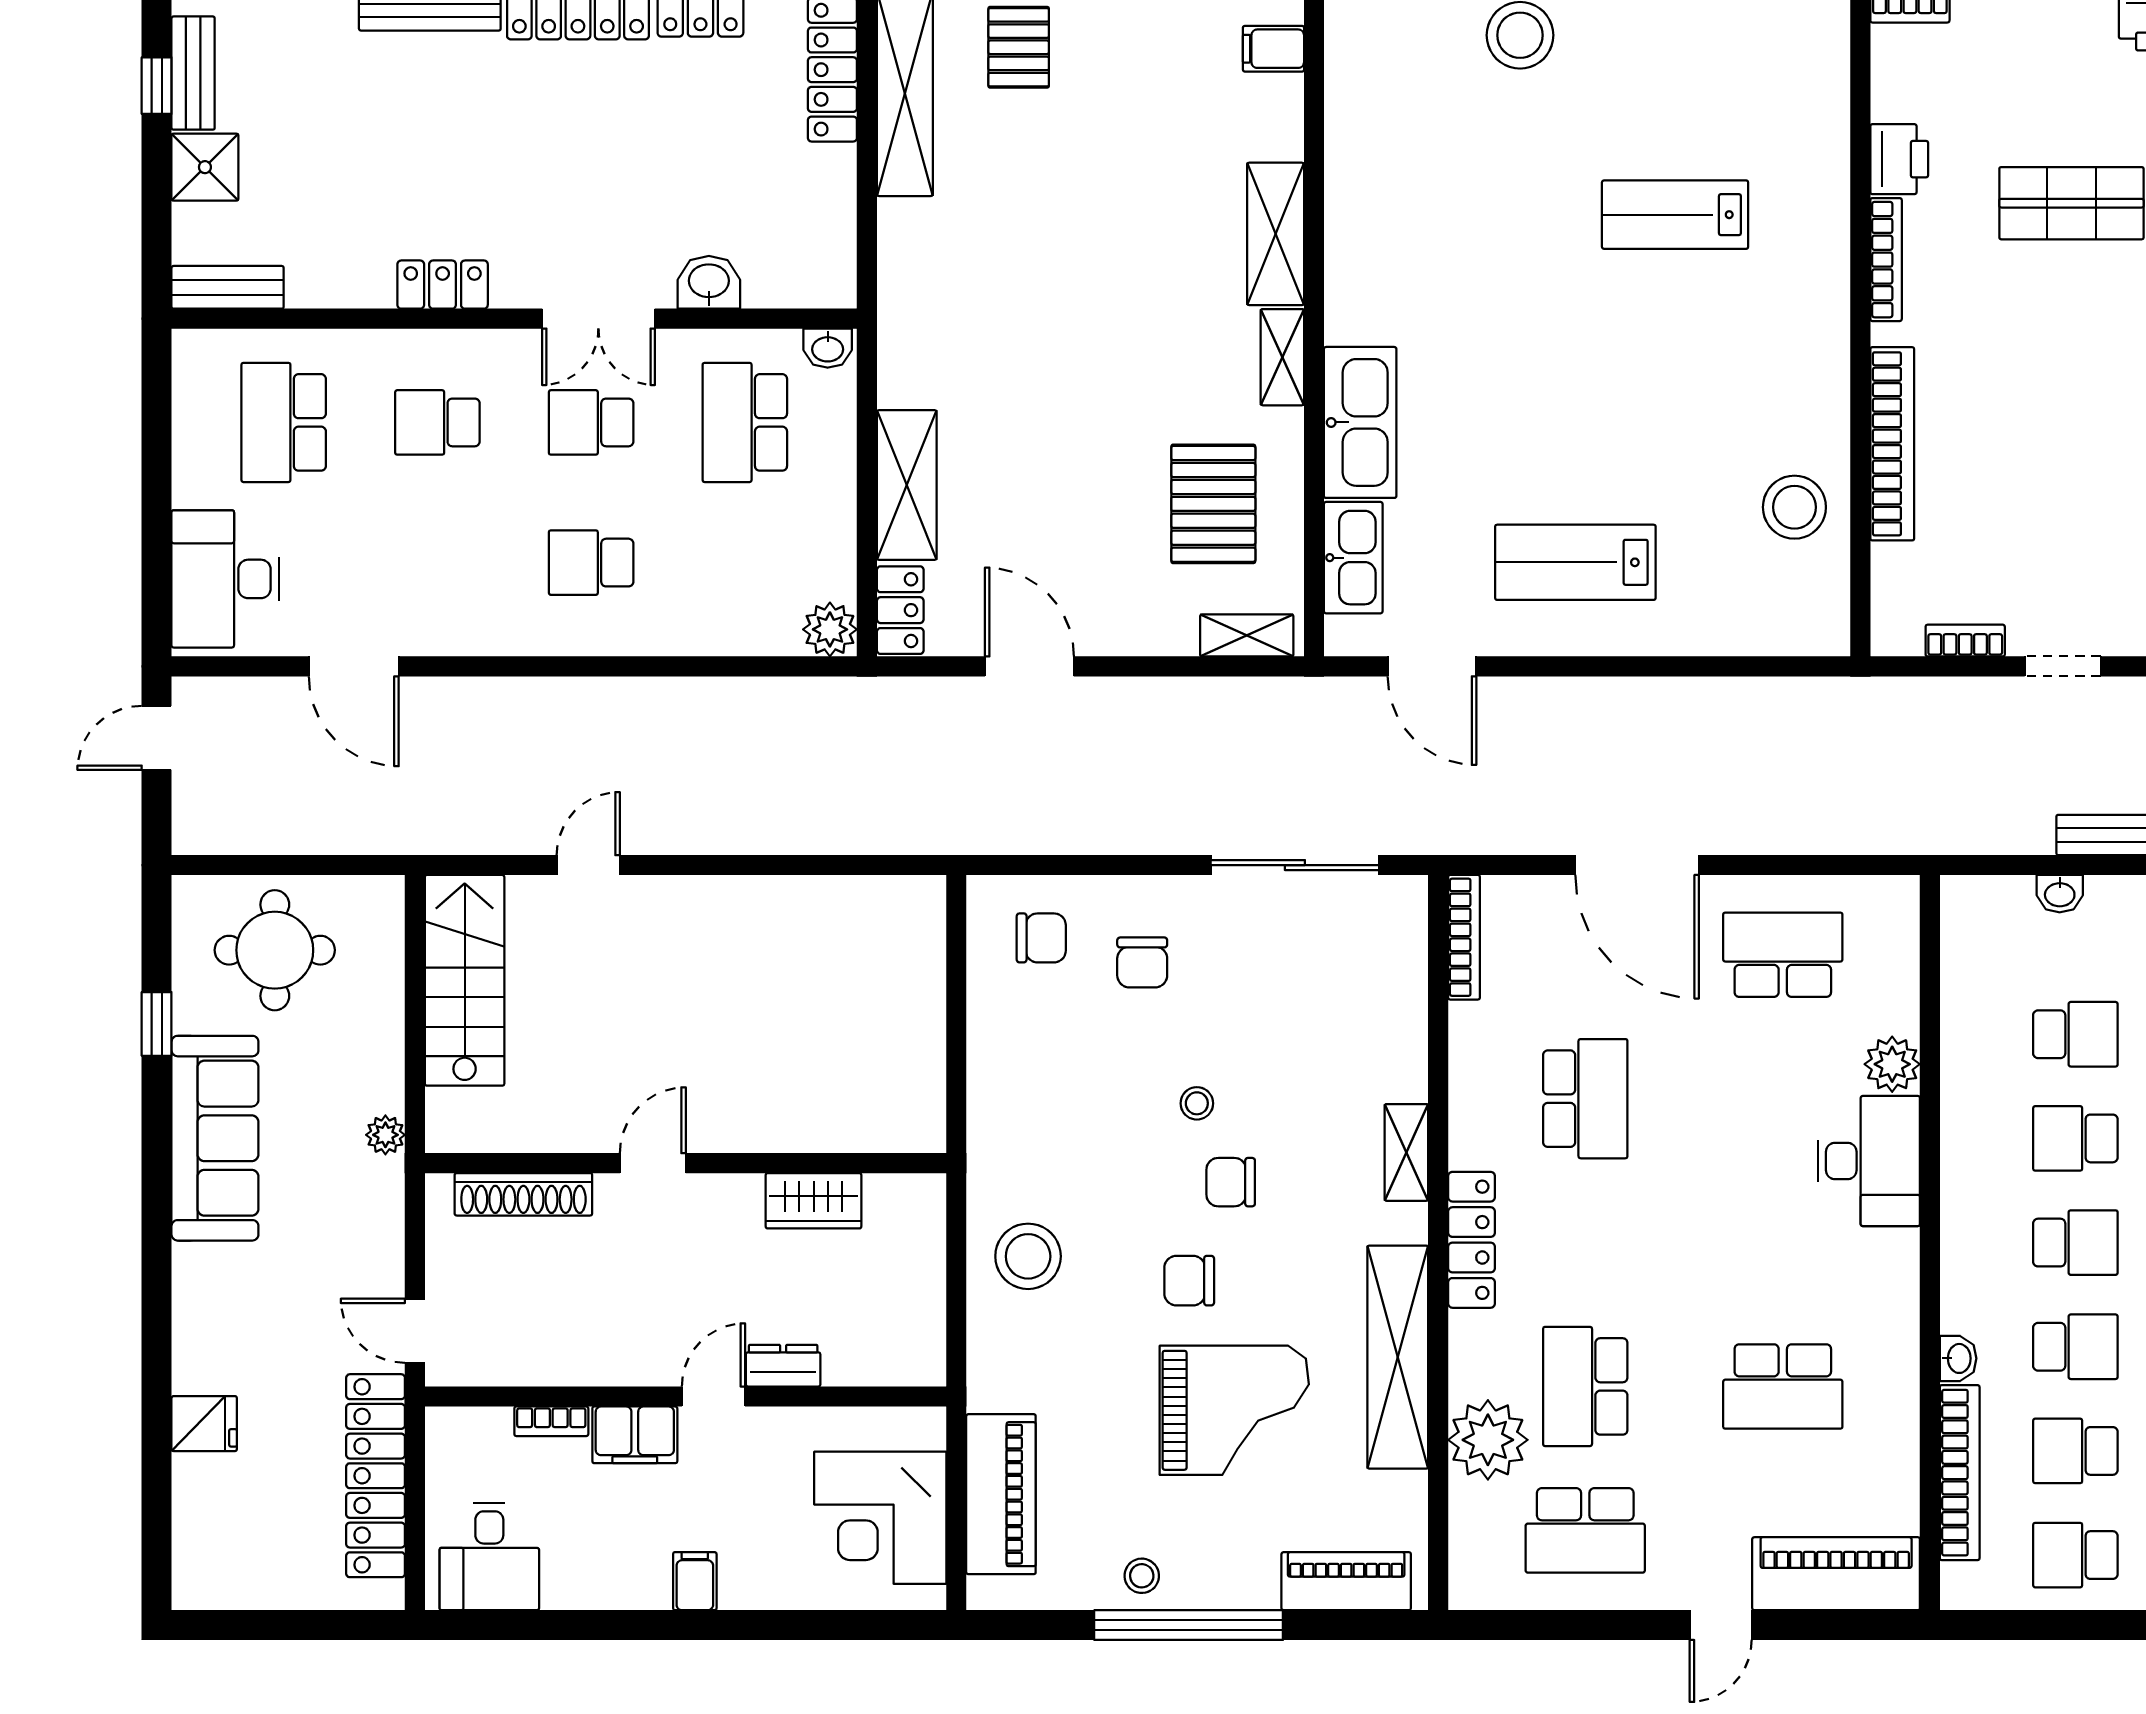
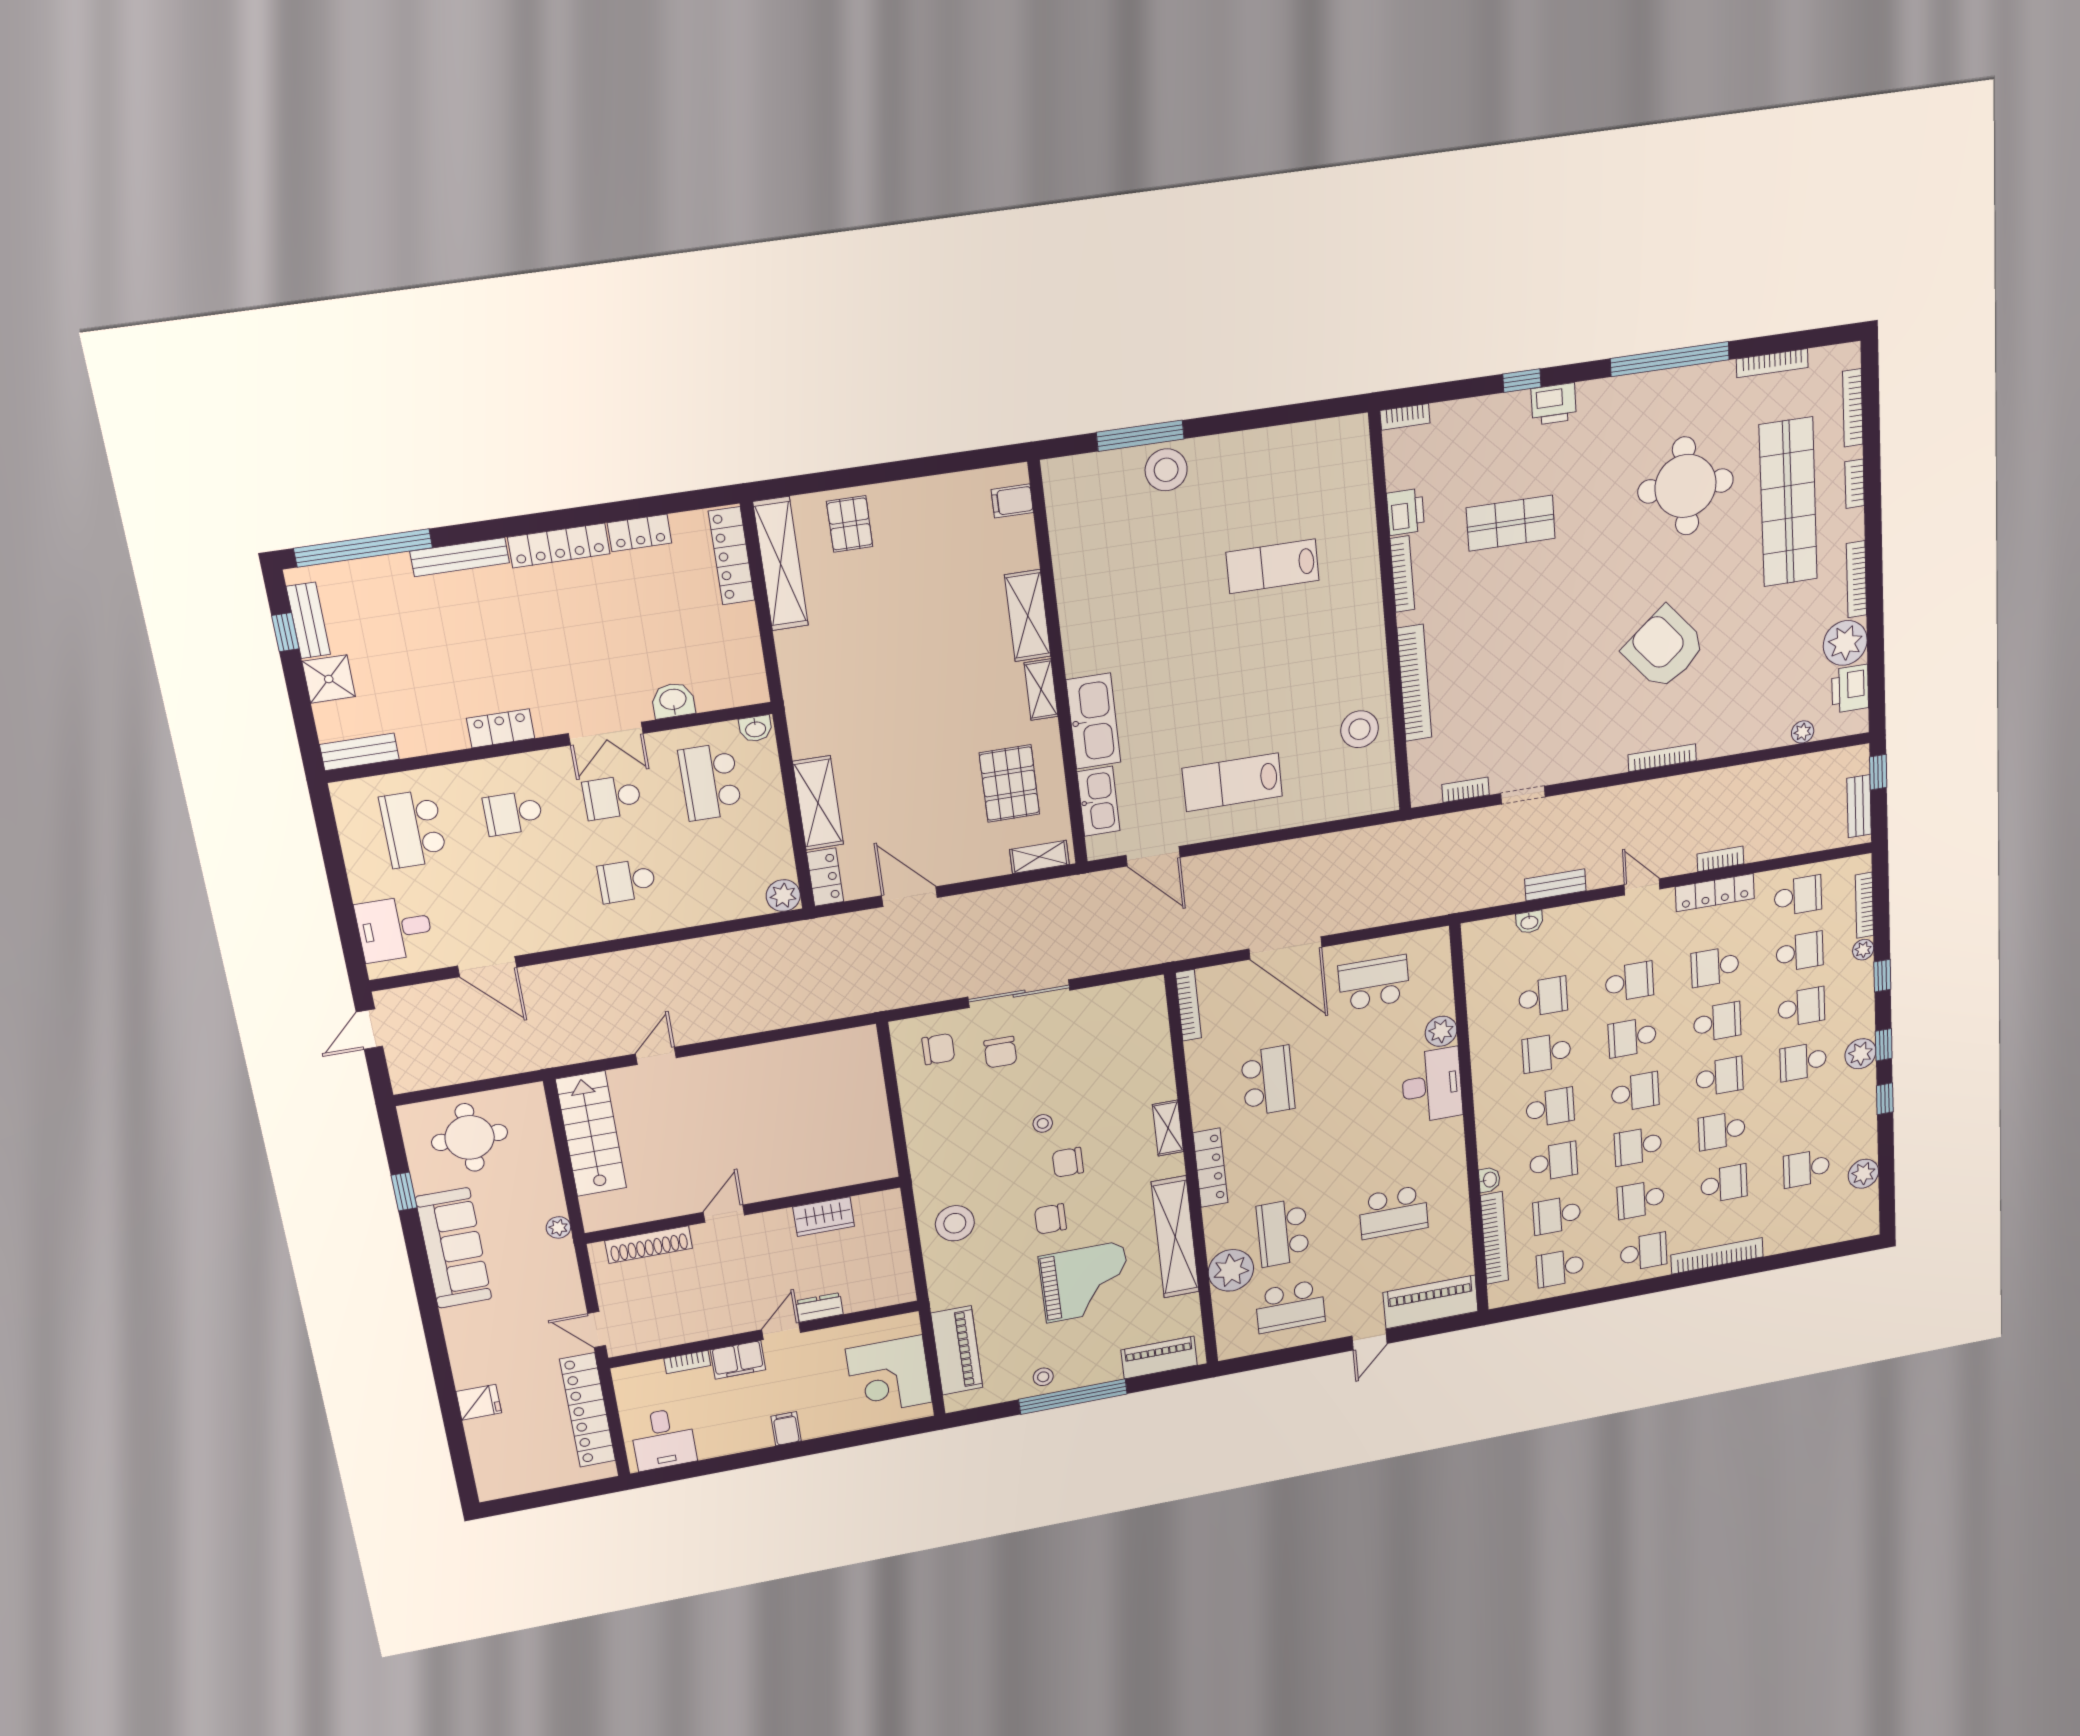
desk: (225, 579) -> (394, 929), width x0.73
sliding door: (1295, 865) -> (1019, 994), moved

